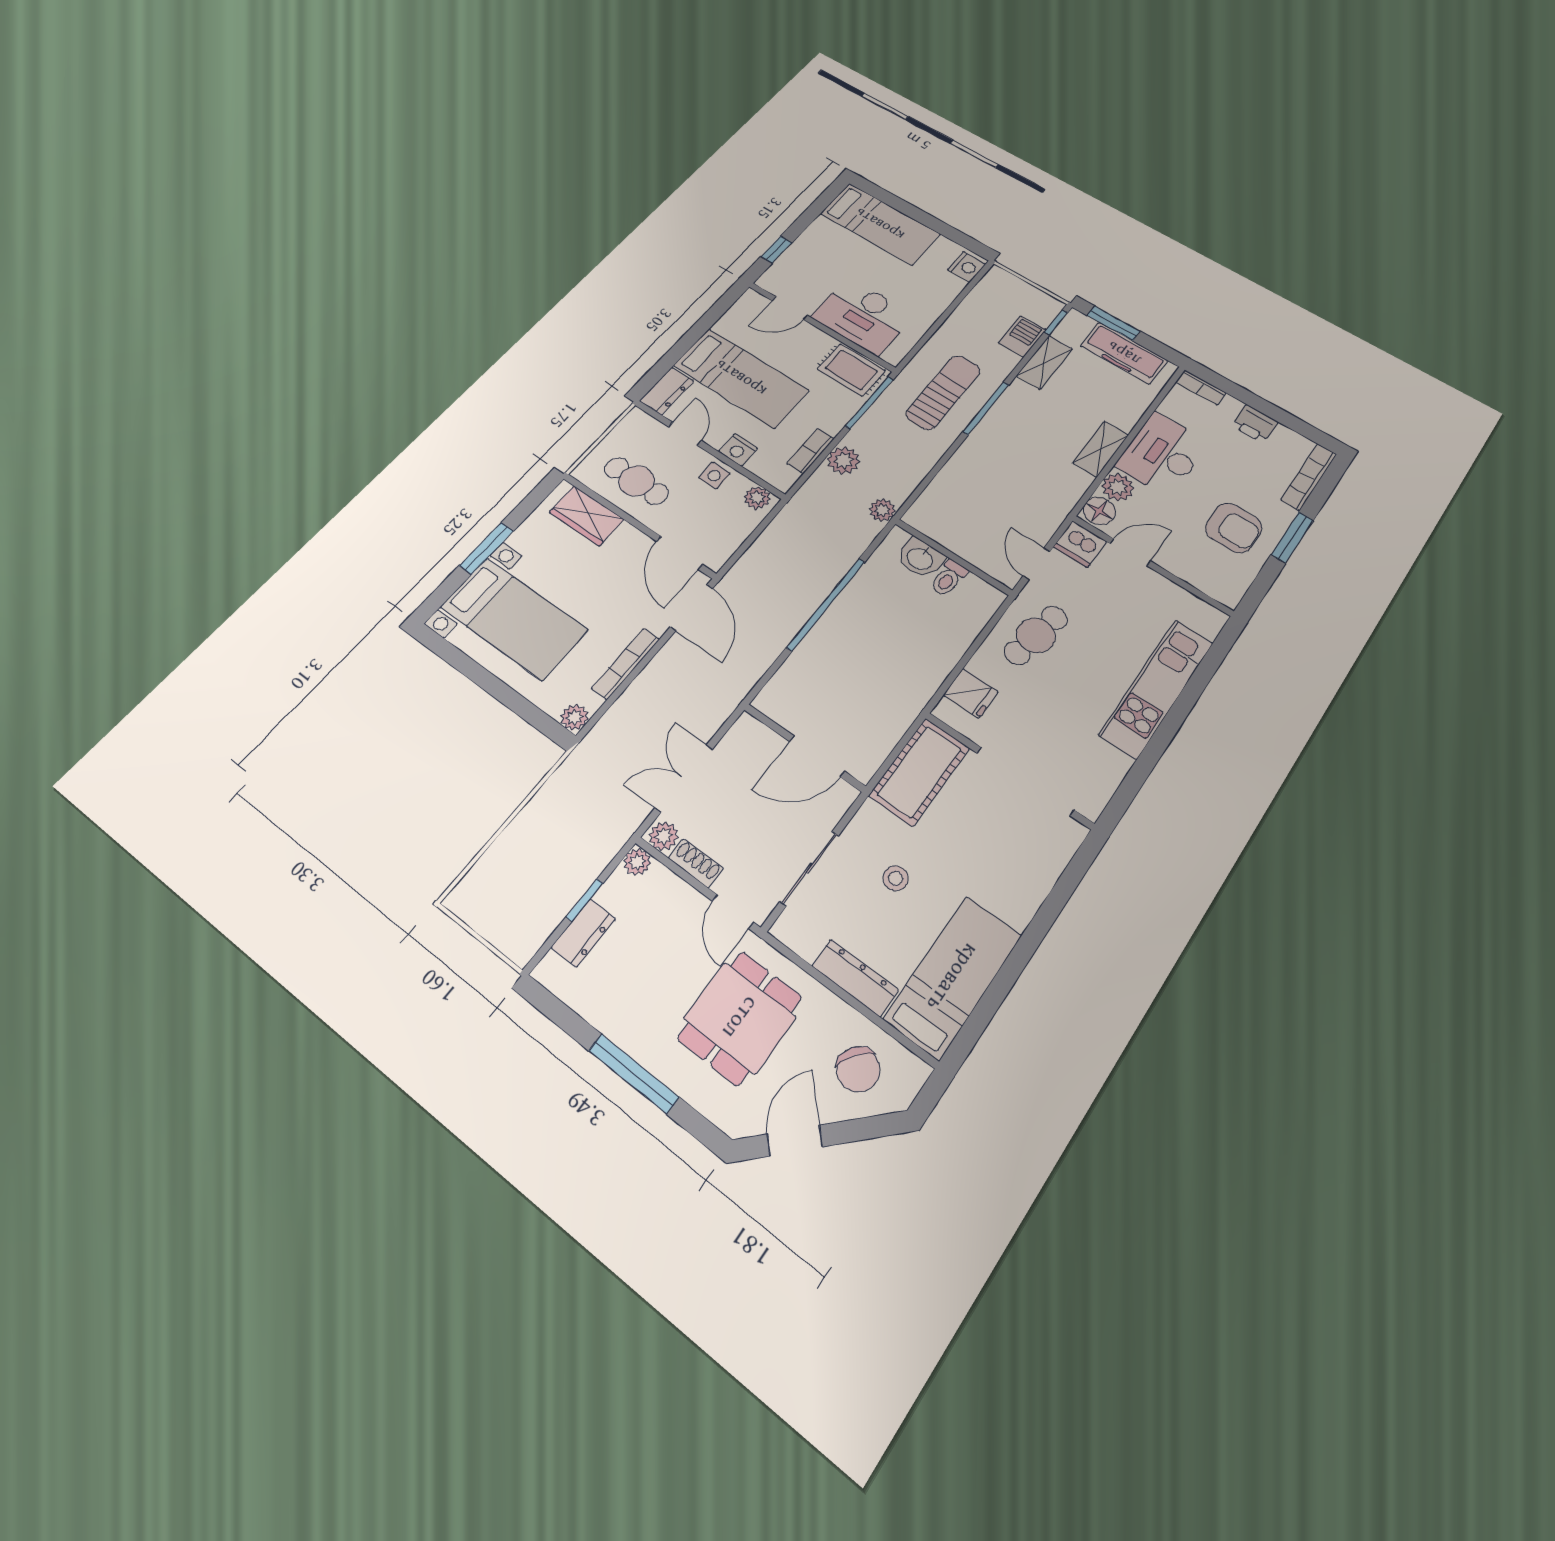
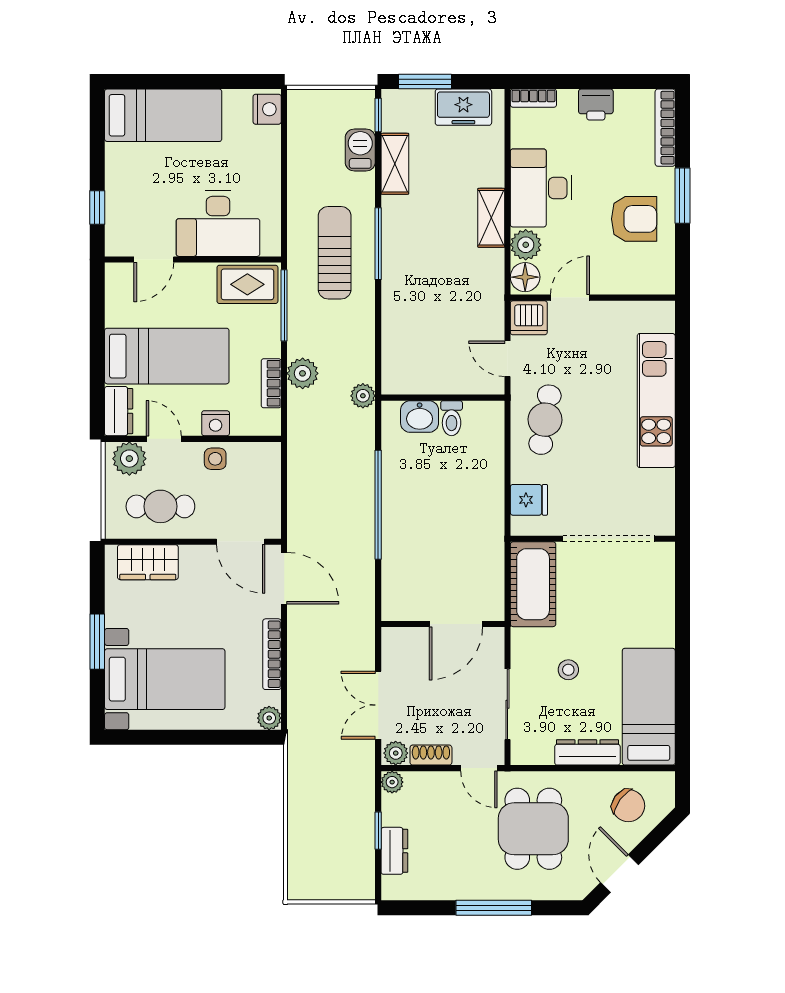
freezer: (1124, 353) -> (463, 107), width x0.71
plant: (757, 498) -> (129, 459), moved, width x1.38, depth x1.38

